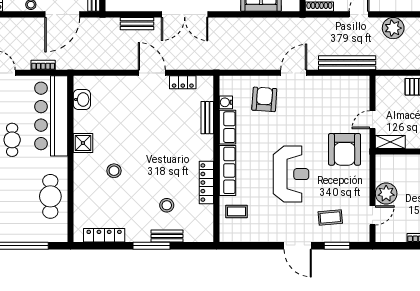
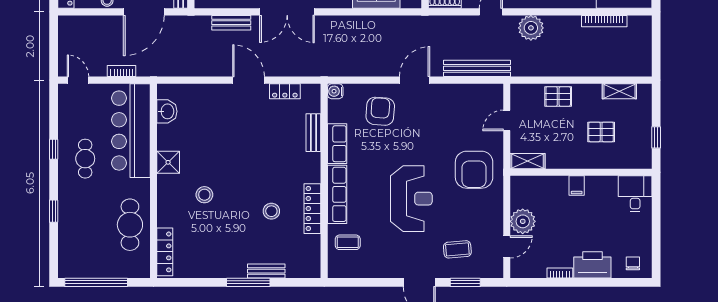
water cooler: (226, 102) -> (335, 91), moved
door: (373, 120) -> (507, 120), moved
stool: (167, 205) -> (271, 211), moved
locker: (104, 235) -> (165, 252), moved, turned 90

